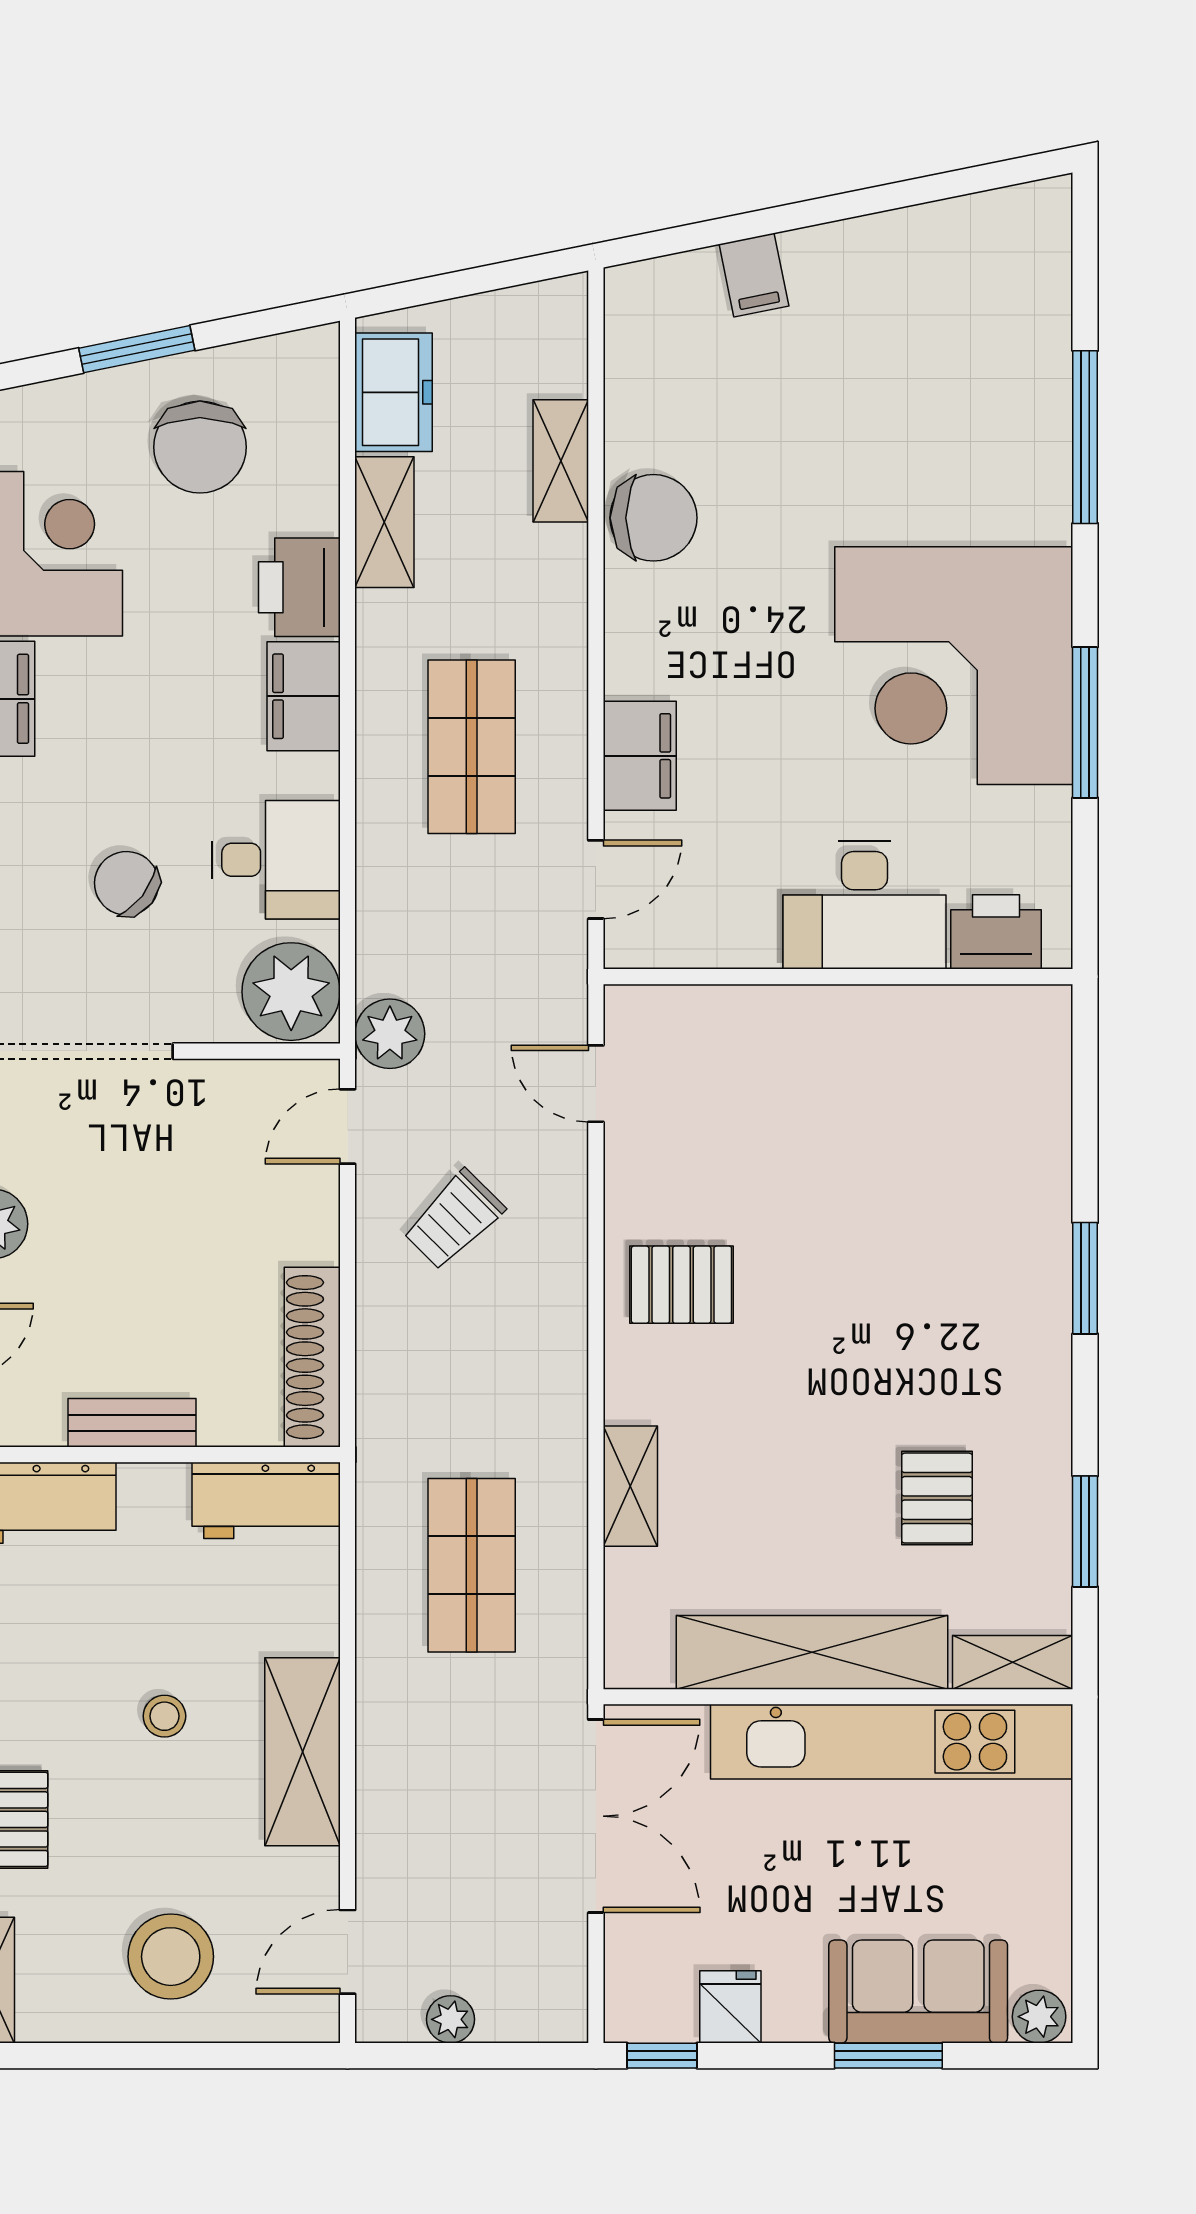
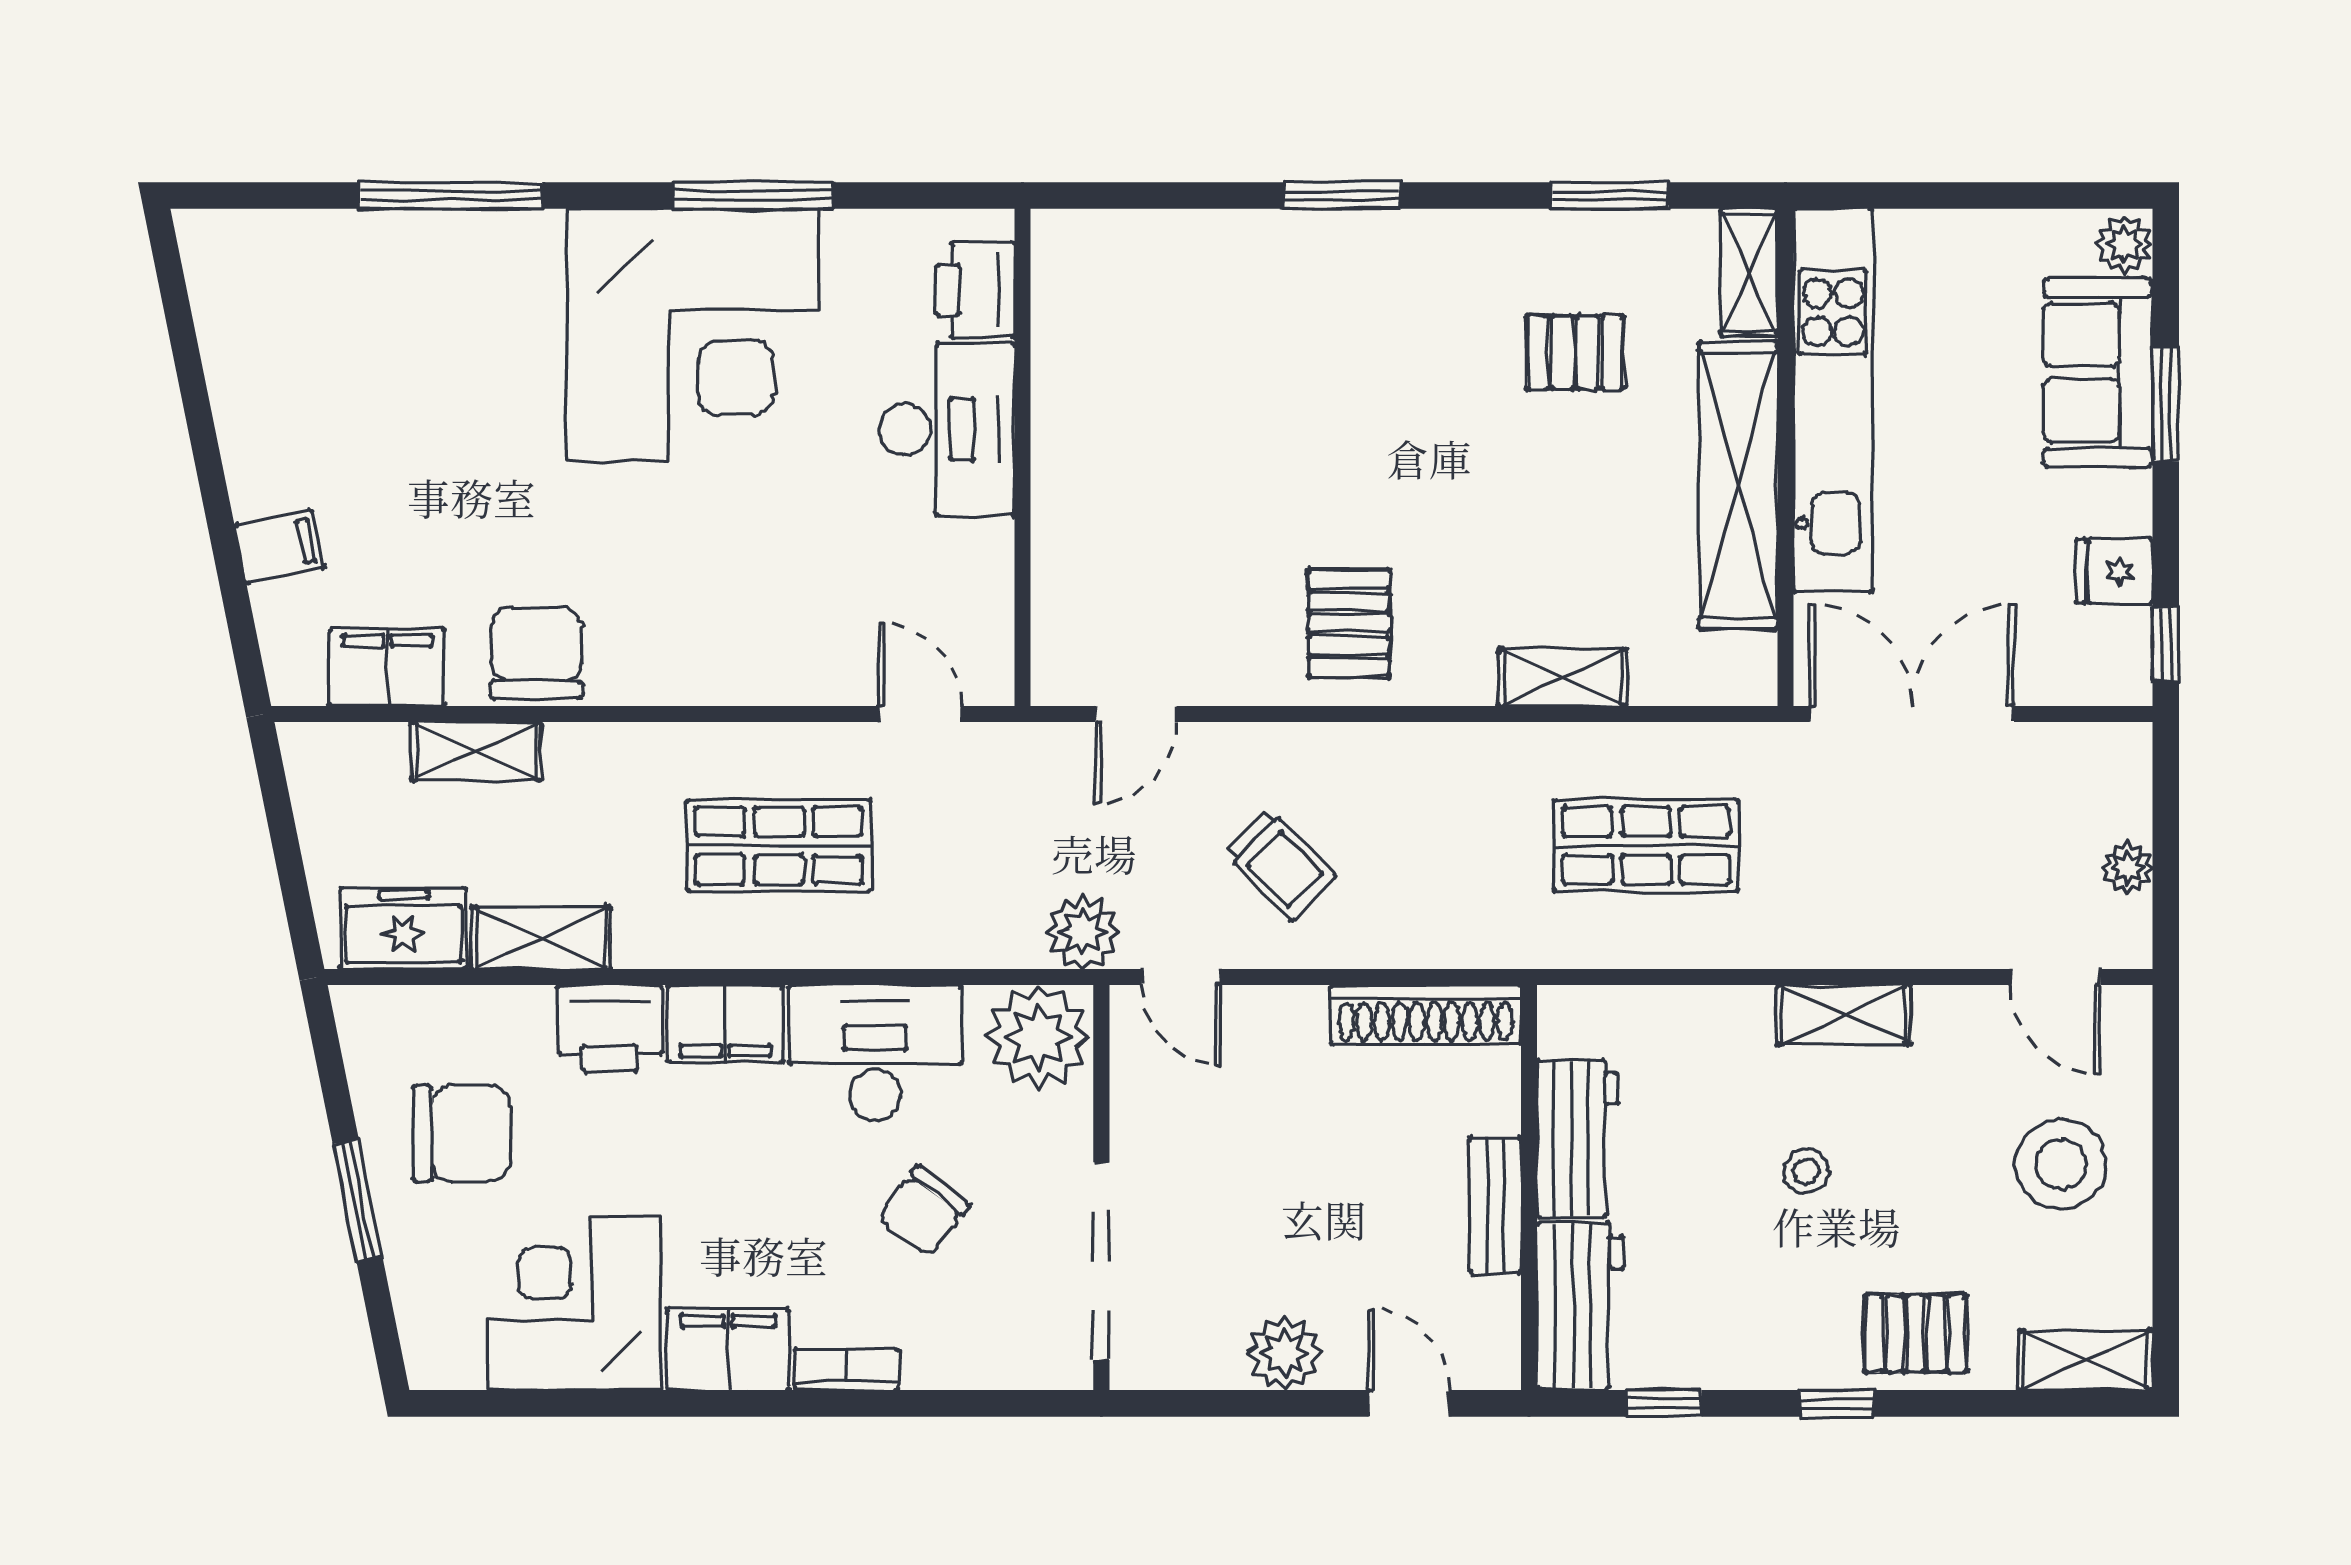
filing cabinet: (640, 756) -> (387, 667), moved
desk: (276, 860) -> (875, 1053), width x1.37
workbench: (266, 1500) -> (1577, 1139), moved
shelving: (302, 1752) -> (1844, 1015), width x0.67, depth x0.75

